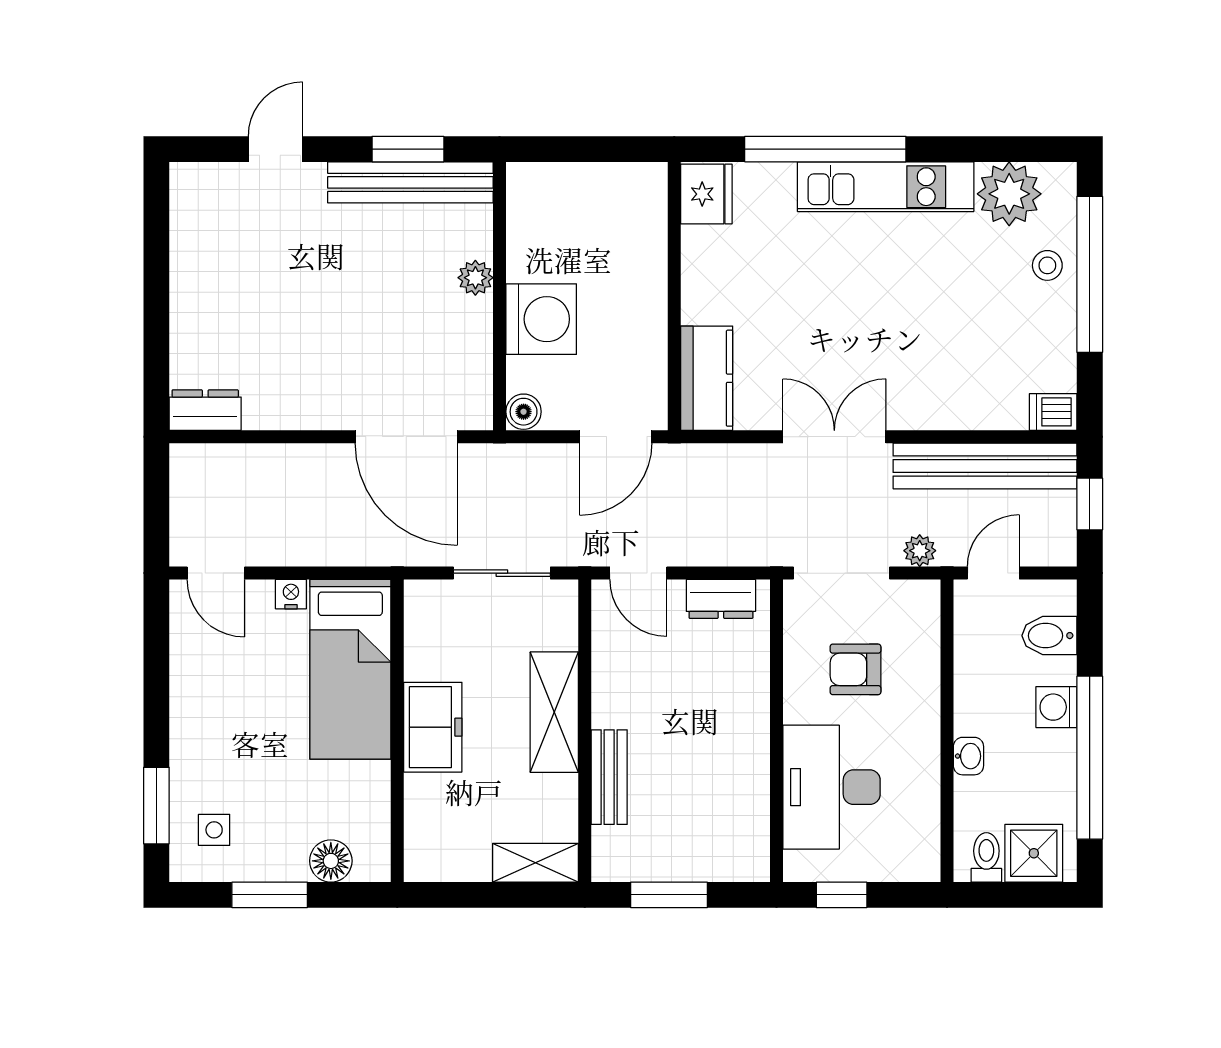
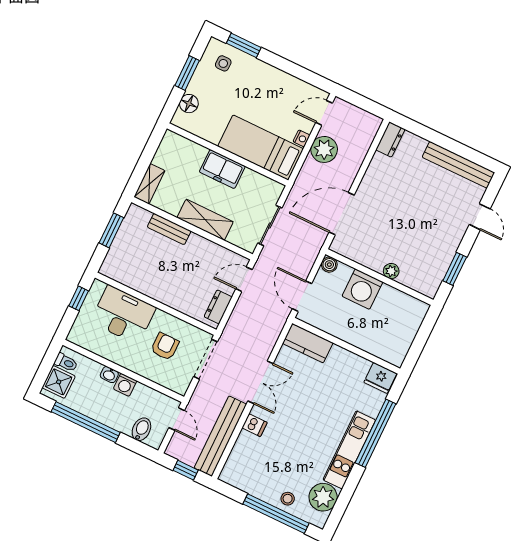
bench: (410, 182) -> (458, 165), moved, turned 90
dishwasher: (1053, 412) -> (255, 425), moved, turned 90
plant: (920, 551) -> (324, 149), moved, width x1.88, depth x1.88
washing machine: (1056, 707) -> (125, 385), moved, turned 180

